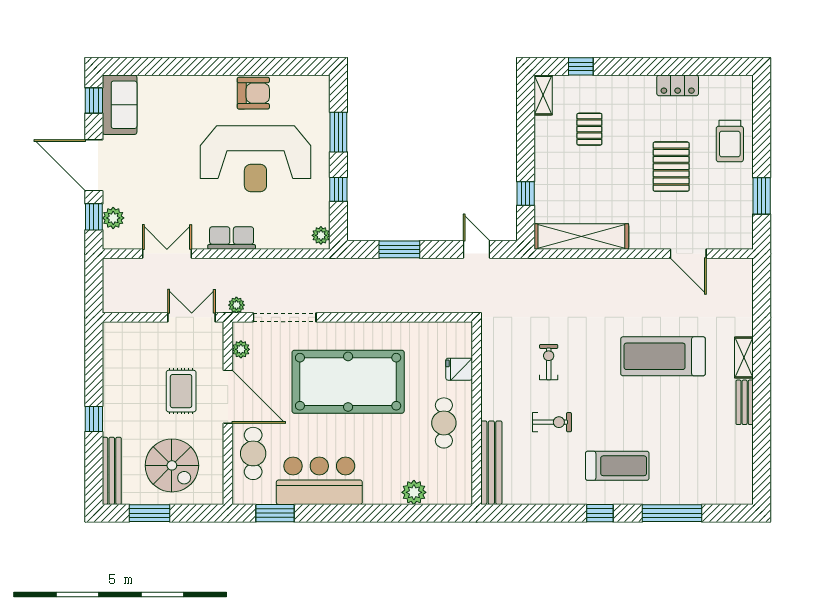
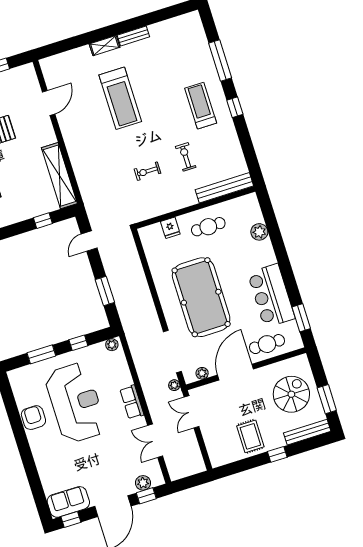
rug: (181, 391) -> (250, 436), moved, turned 90

